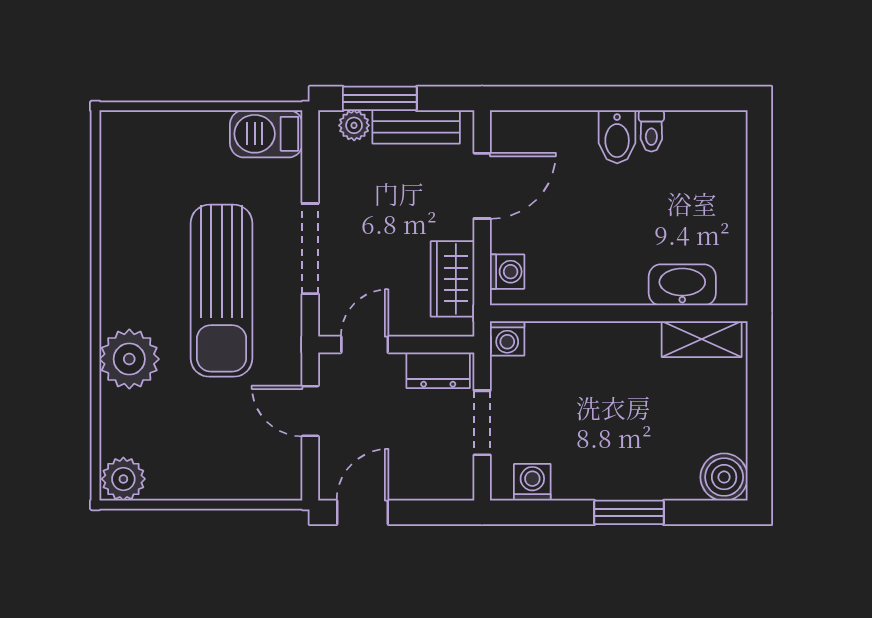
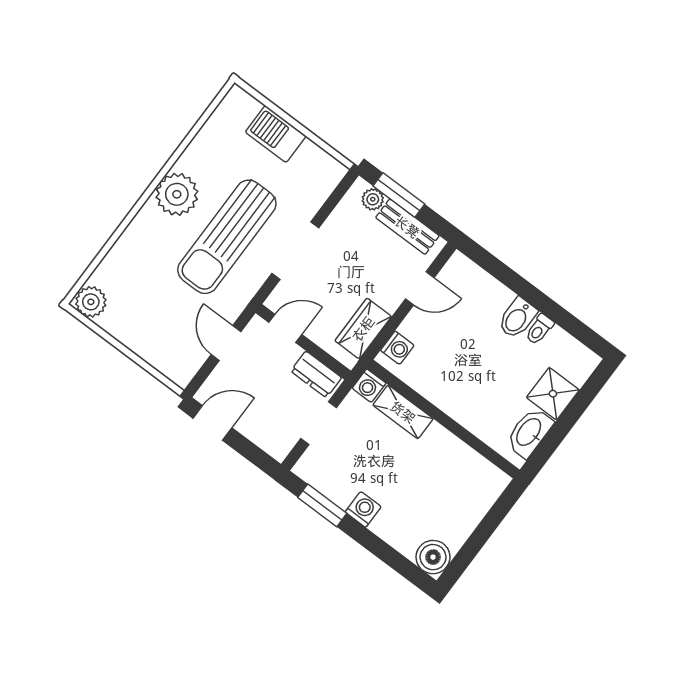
barbecue: (266, 134) -> (276, 134), moved
door: (482, 186) -> (420, 288), width x0.73
shower: (721, 192) -> (553, 394), added
washbasin: (682, 285) -> (529, 432), moved, turned -90
shelving: (702, 339) -> (403, 412), moved
plant: (129, 359) -> (177, 194), moved
washing machine: (532, 482) -> (363, 509), moved
window: (629, 512) -> (322, 505), moved

